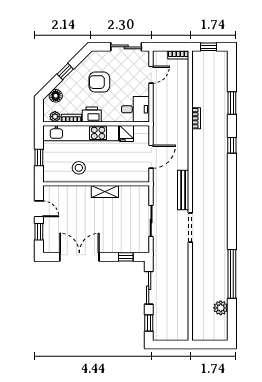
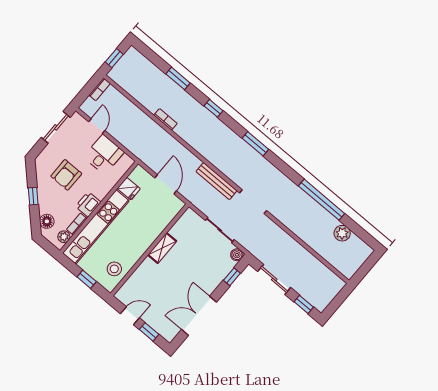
desk: (136, 109) -> (104, 154), moved
stool: (79, 168) -> (114, 269), moved
window: (232, 195) -> (255, 144), added
boiler: (144, 247) -> (237, 255), added

